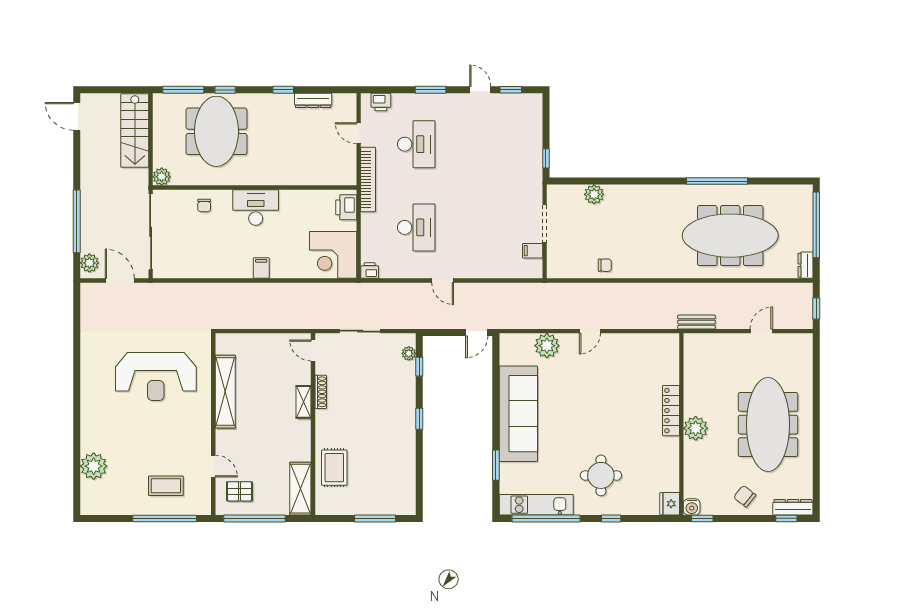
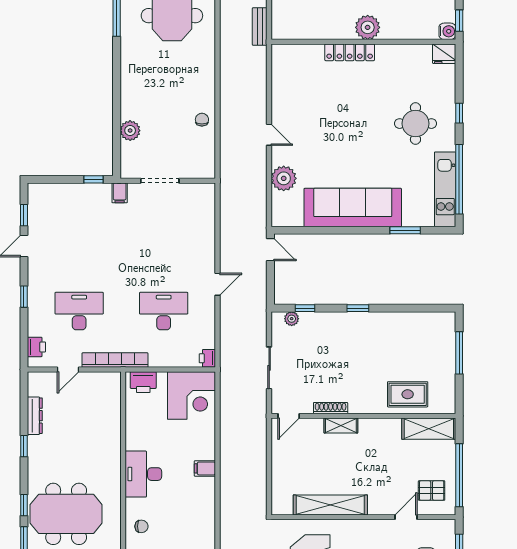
window: (430, 90) -> (24, 297), width x0.67
filing cabinet: (533, 251) -> (120, 193), moved
pallet: (239, 491) -> (432, 491), turned 90

